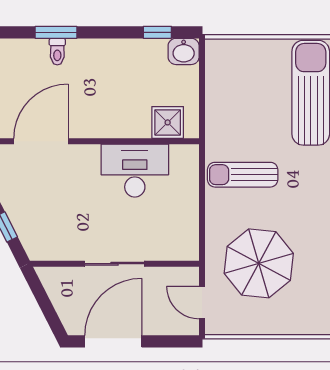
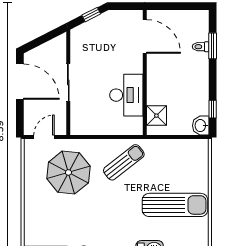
sun lounger: (243, 175) -> (124, 162), turned 52

